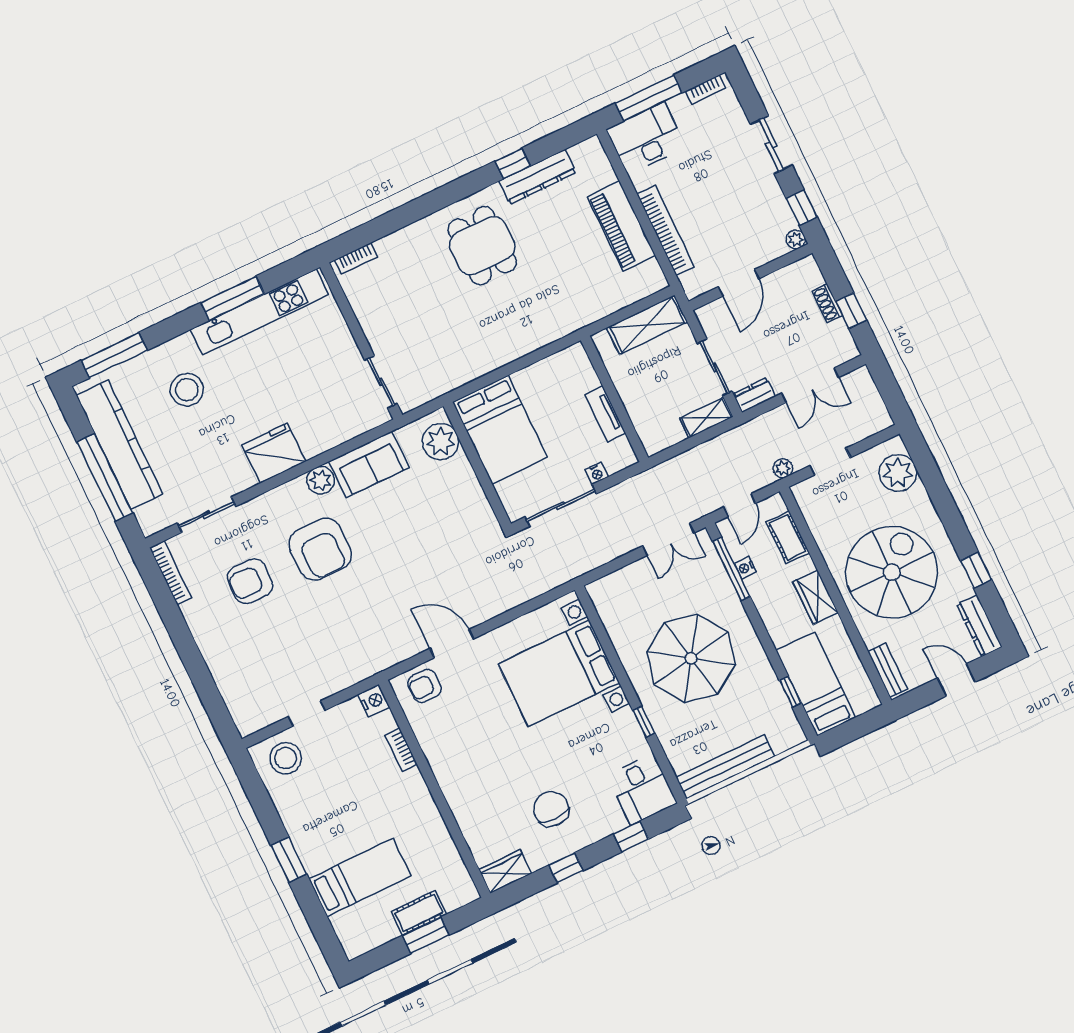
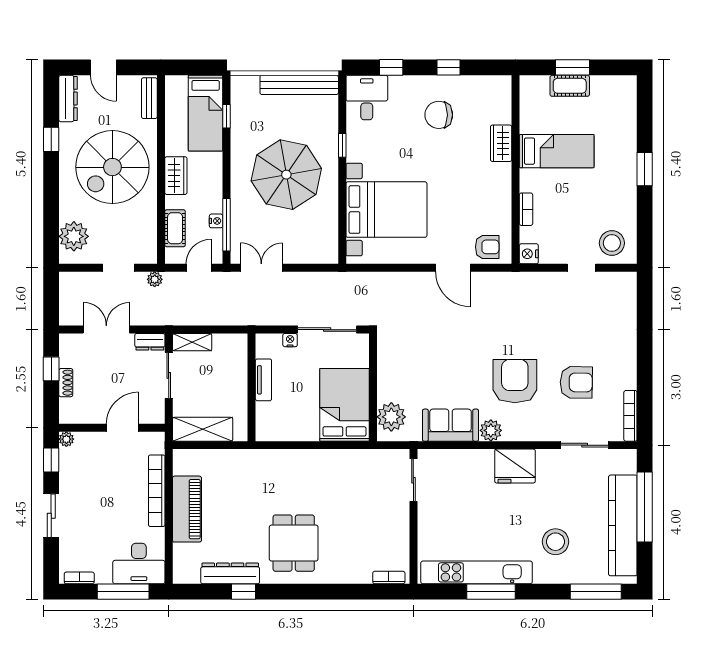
chair: (551, 809) -> (439, 115), turned 90
wardrobe: (505, 872) -> (501, 143), moved, turned 90
bed: (360, 877) -> (557, 151), moved, turned 180

